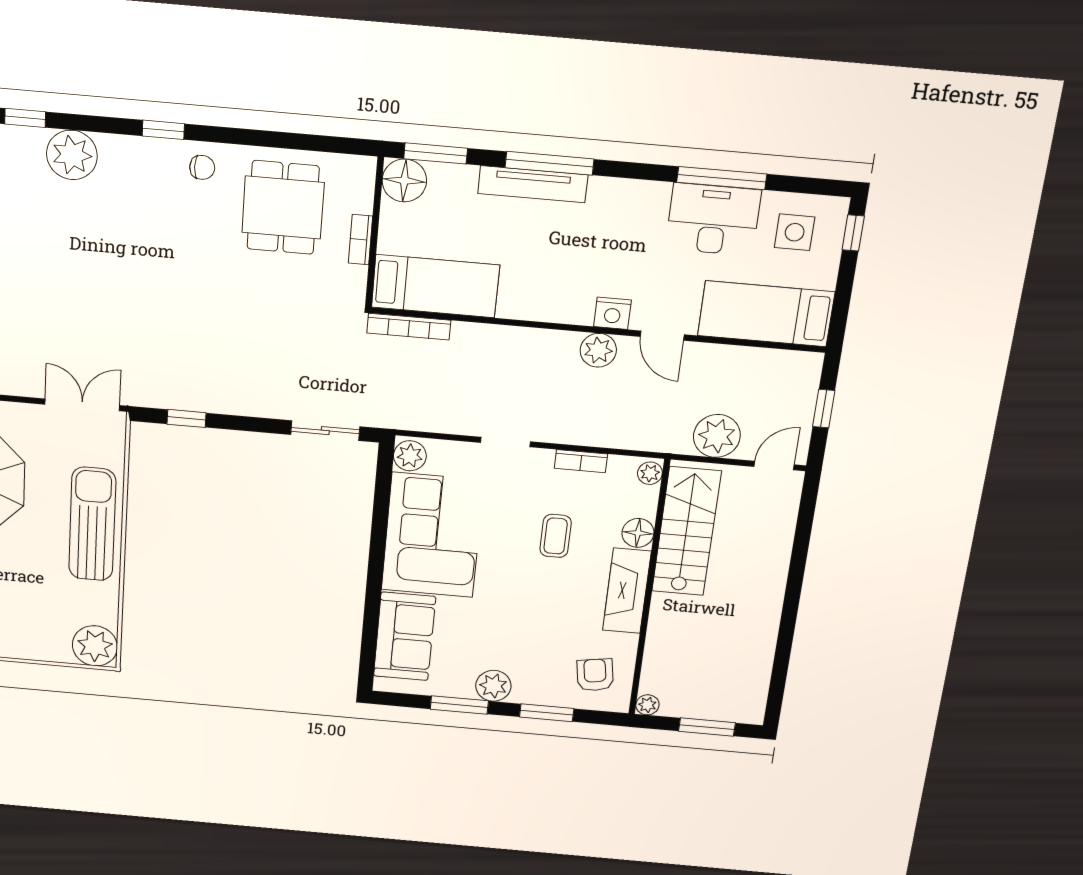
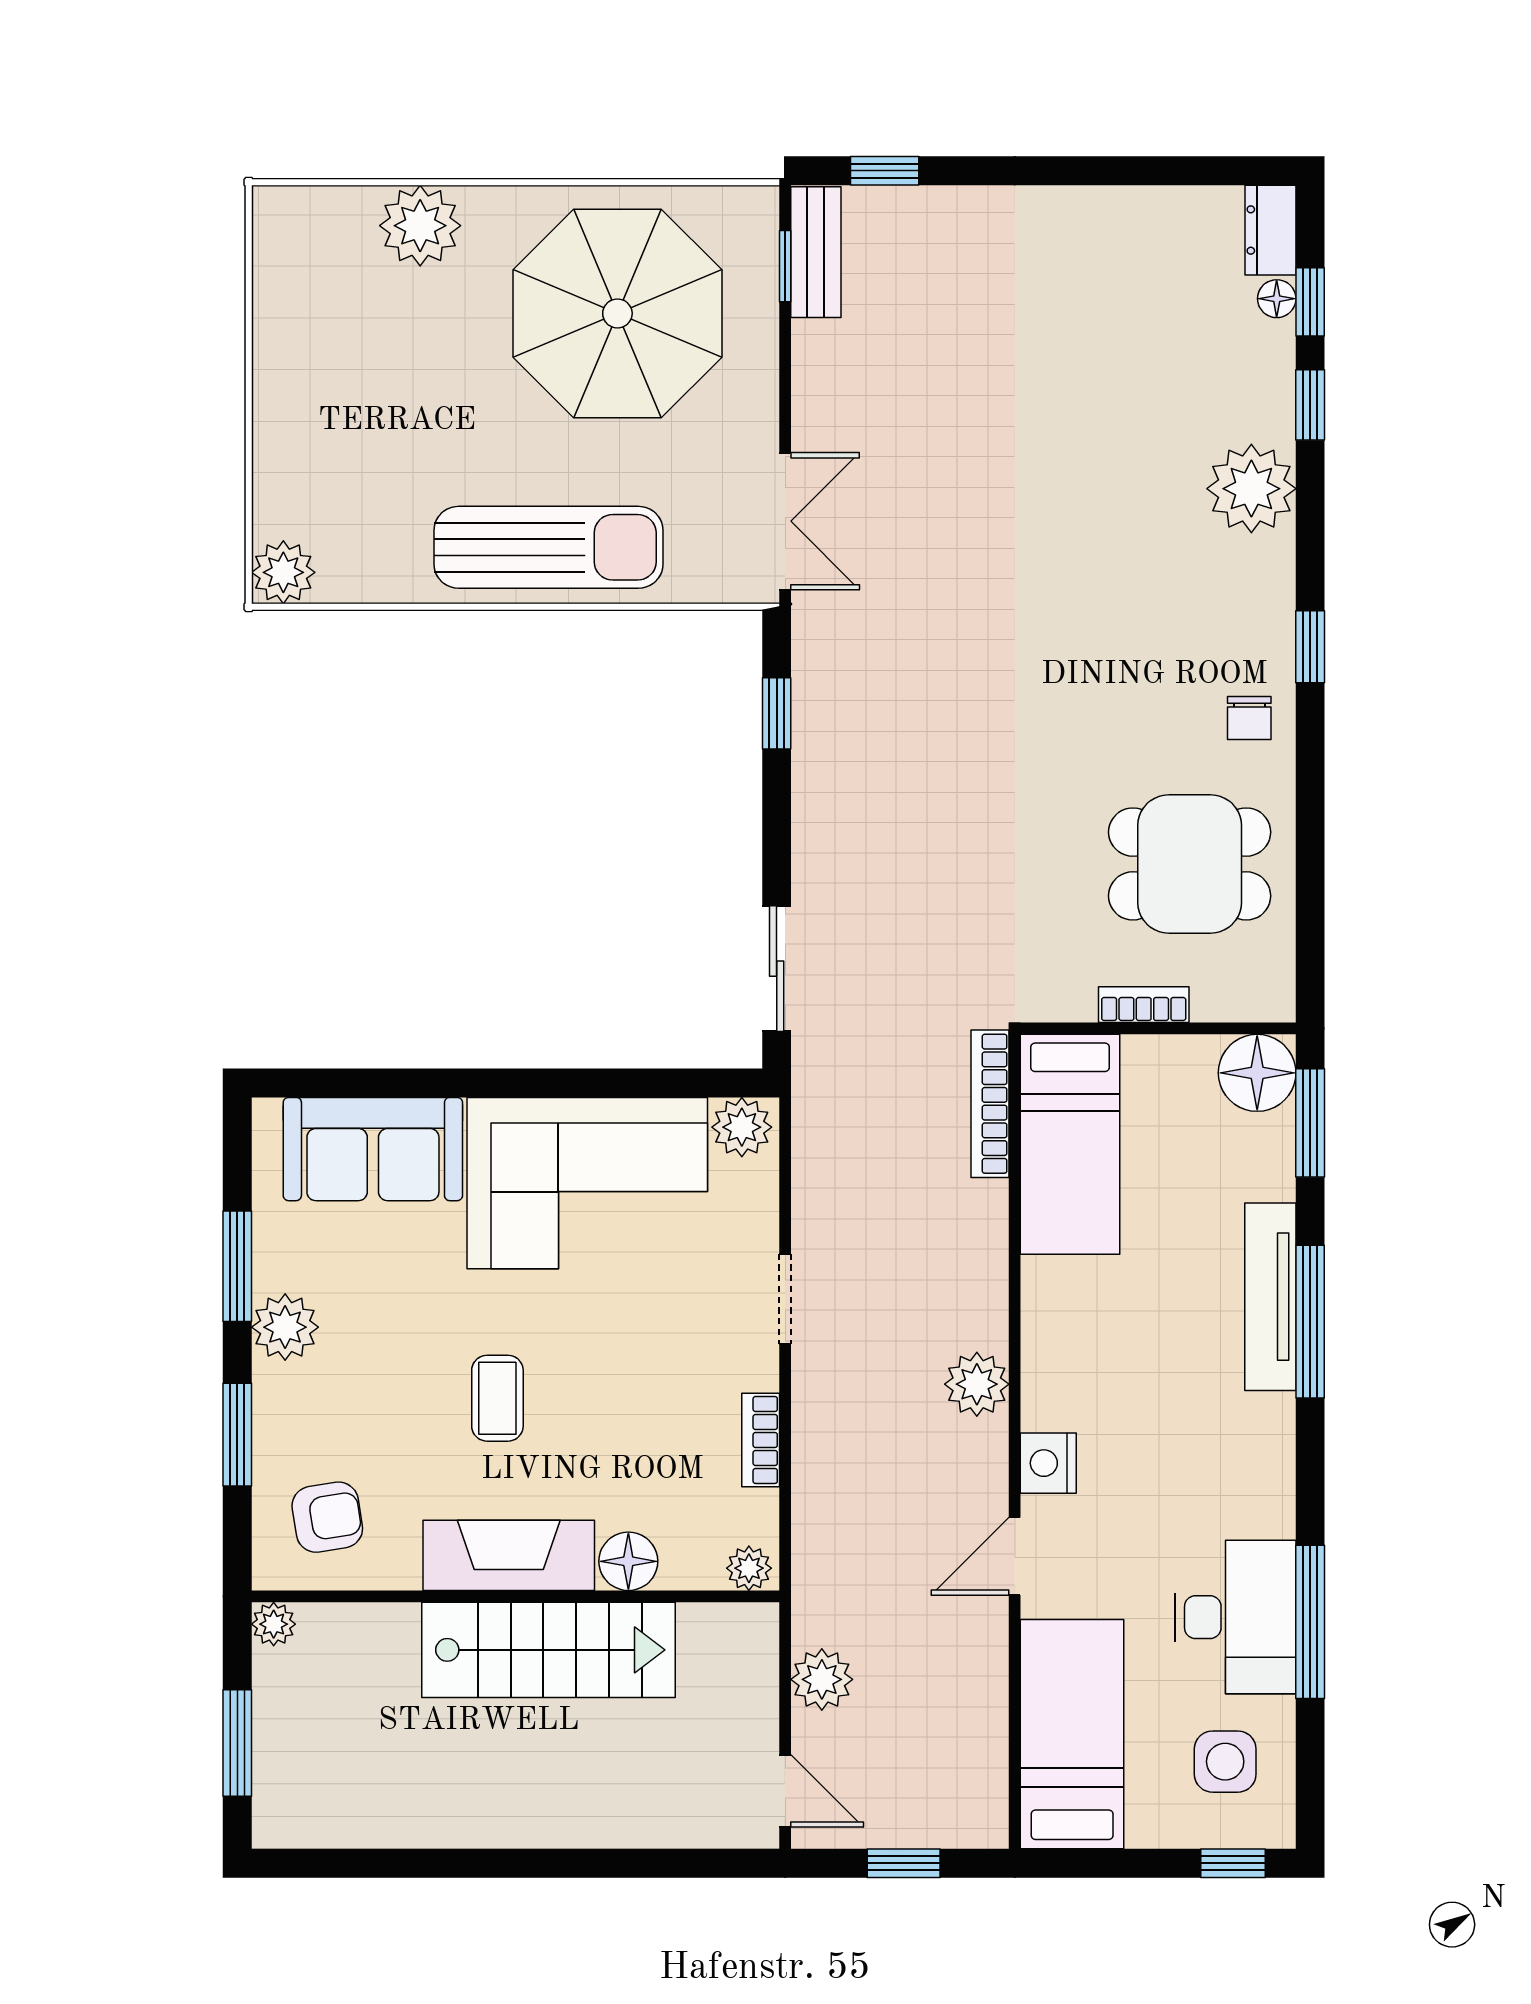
plant: (598, 350) -> (977, 1384), moved
plant: (717, 436) -> (822, 1679), width x0.73, depth x0.73
stairs: (686, 532) -> (549, 1650), moved
coffee table: (556, 536) -> (497, 1398), moved, turned 90
plant: (95, 646) -> (283, 572), width x0.73, depth x0.73

